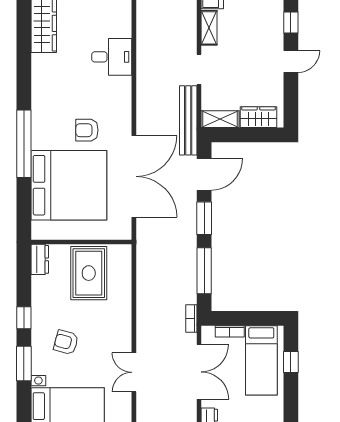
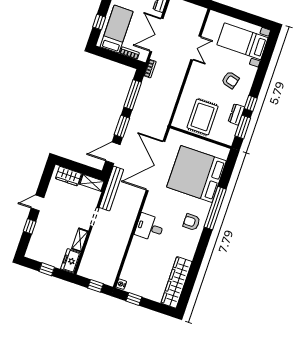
desk: (112, 57) -> (149, 227), moved
armchair: (87, 130) -> (191, 222), moved, turned 180
dresser: (40, 259) -> (236, 114), moved
window: (24, 363) -> (243, 127), moved

